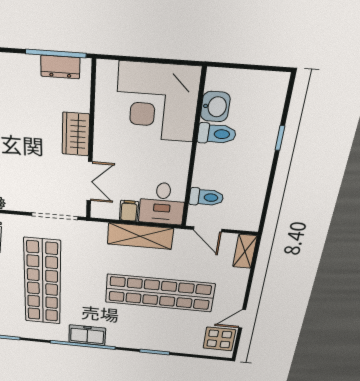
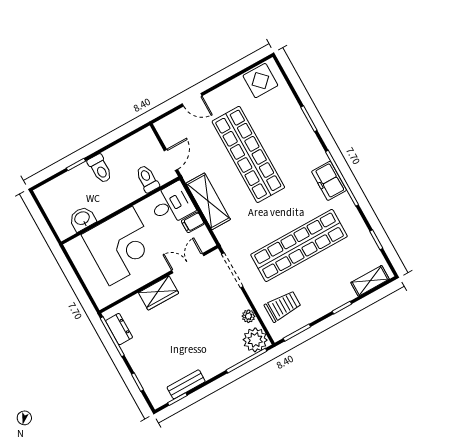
corner desk: (157, 102) -> (121, 246), moved
toilet: (217, 134) -> (100, 169), moved, turned 180
shelving: (245, 251) -> (171, 122), removed
door: (242, 319) -> (192, 100), moved

